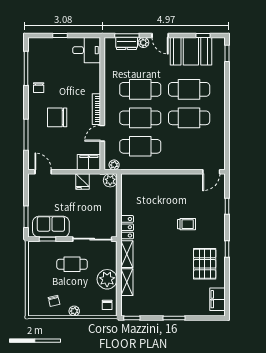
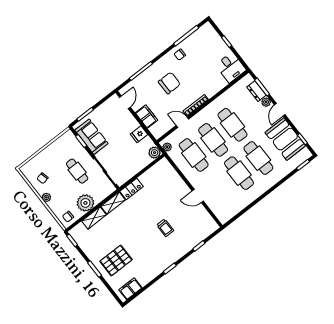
chair: (57, 117) -> (169, 83), turned 90
filing cabinet: (89, 162) -> (146, 117), moved
door: (211, 172) -> (198, 196), moved
pallet: (205, 264) -> (116, 260), moved

